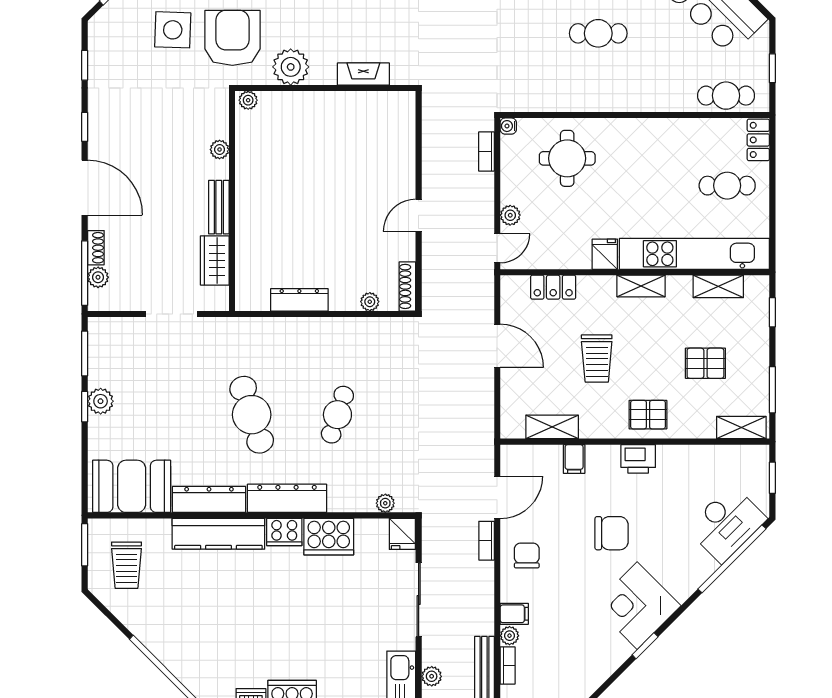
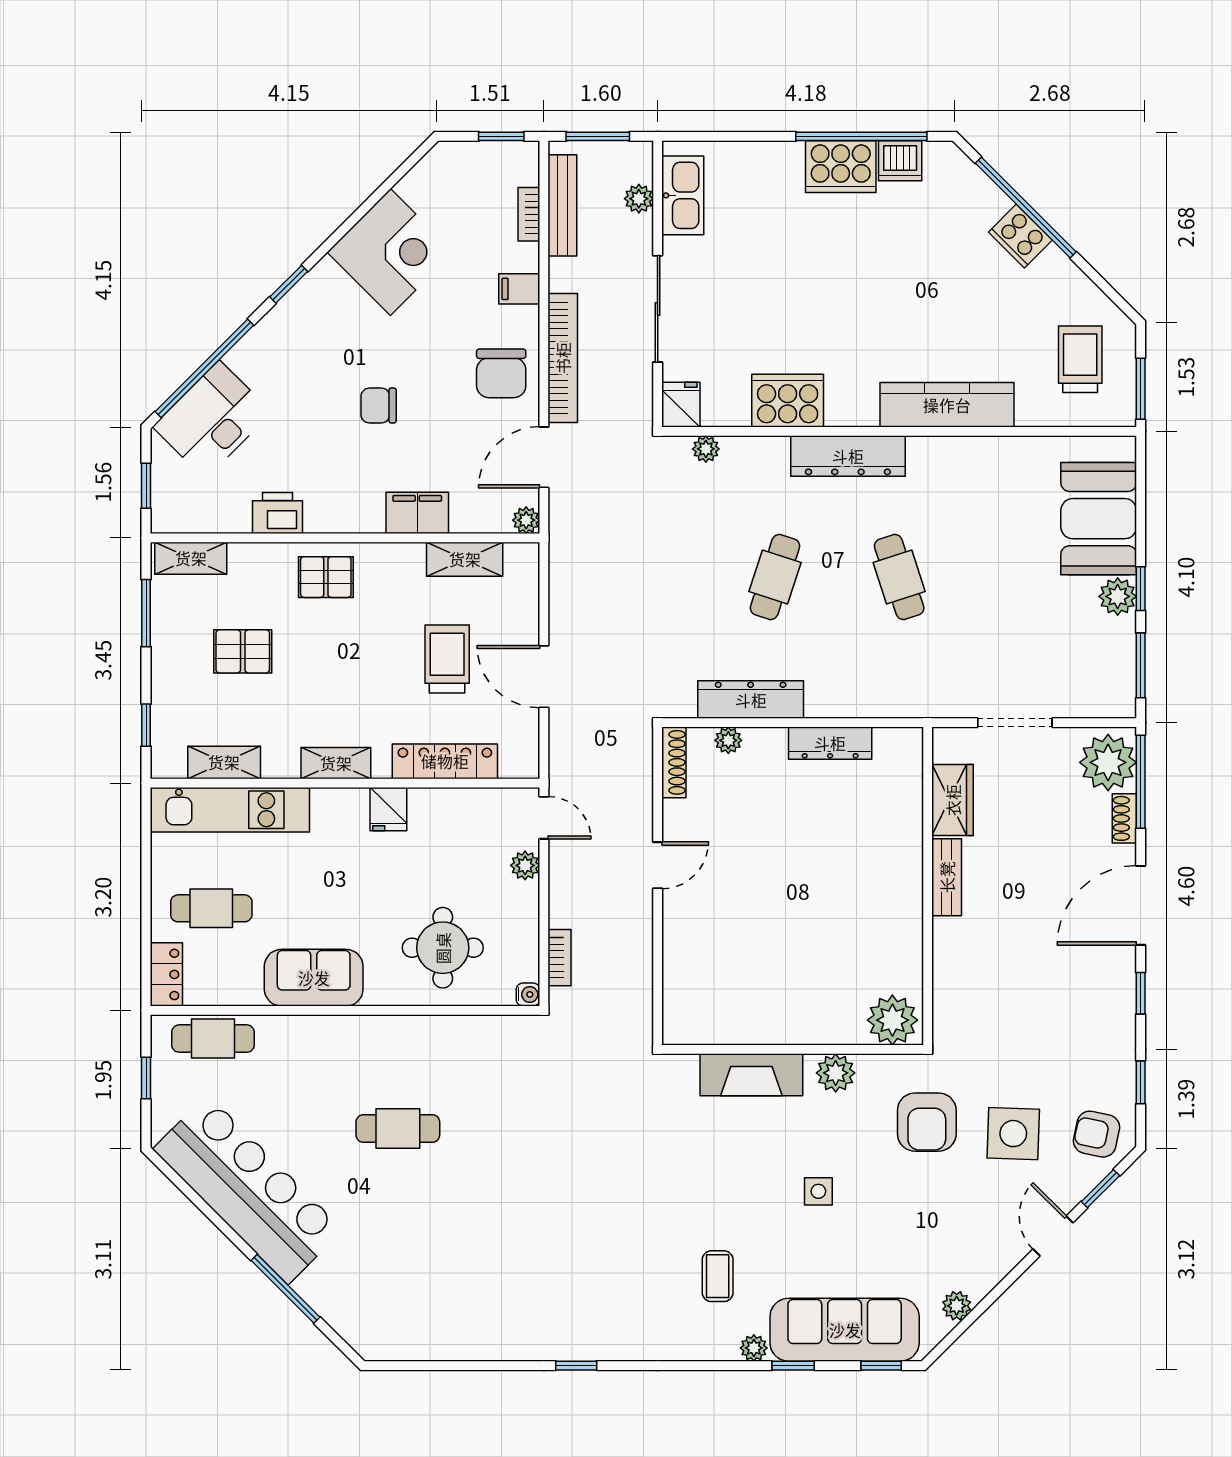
armchair: (115, 30) -> (1096, 1134), added
armchair: (232, 38) -> (927, 1122), width x0.73, depth x0.73
plant: (291, 67) -> (836, 1073), width x0.73, depth x0.73
fireplace: (363, 74) -> (751, 1075), width x1.37, depth x1.32
plant: (248, 100) -> (892, 1020), width x1.88, depth x1.88
sofa: (656, 138) -> (314, 978), added
plant: (220, 149) -> (946, 961), removed
door: (85, 188) -> (1141, 905), hinge flipped
door: (497, 248) -> (544, 818), swing flipped
kitchen unit: (694, 254) -> (230, 810), width x0.73
plant: (98, 277) -> (1108, 762), width x1.87, depth x1.87
locker: (553, 287) -> (445, 761), width x1.53
trolley: (597, 358) -> (447, 659), moved
cafe table: (252, 415) -> (899, 577), width x0.73, depth x0.74
filing cabinet: (574, 459) -> (417, 513), width x2.00
printer: (638, 459) -> (278, 513), moved
booth: (132, 486) -> (1099, 519), moved, turned 90
dresser: (209, 499) -> (751, 700), moved, turned 180
cooker: (284, 532) -> (1020, 236), moved, turned -135
chair: (612, 533) -> (379, 406), width x0.73, depth x0.73
bookcase: (487, 541) -> (563, 358), width x2.31, depth x1.31
chair: (527, 555) -> (501, 373), width x1.37, depth x1.37
corner desk: (637, 606) -> (390, 252), moved
plant: (510, 636) -> (526, 520), moved
window: (645, 646) -> (289, 284), moved

